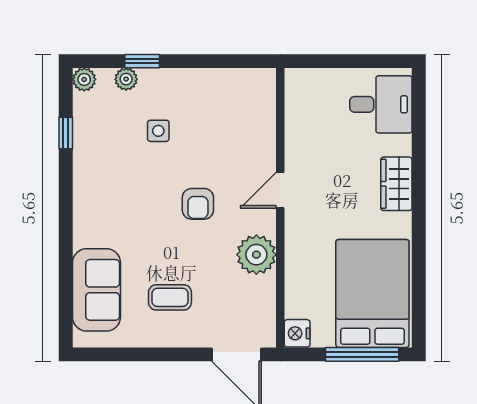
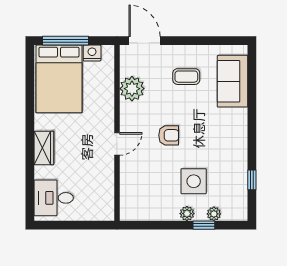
plant: (84, 79) -> (187, 214), moved
side table: (158, 131) -> (194, 181), width x1.87, depth x1.87
armchair: (198, 204) -> (169, 135), turned 90
plant: (256, 255) -> (132, 89), moved
nightstand: (297, 333) -> (92, 53), moved, turned -90

